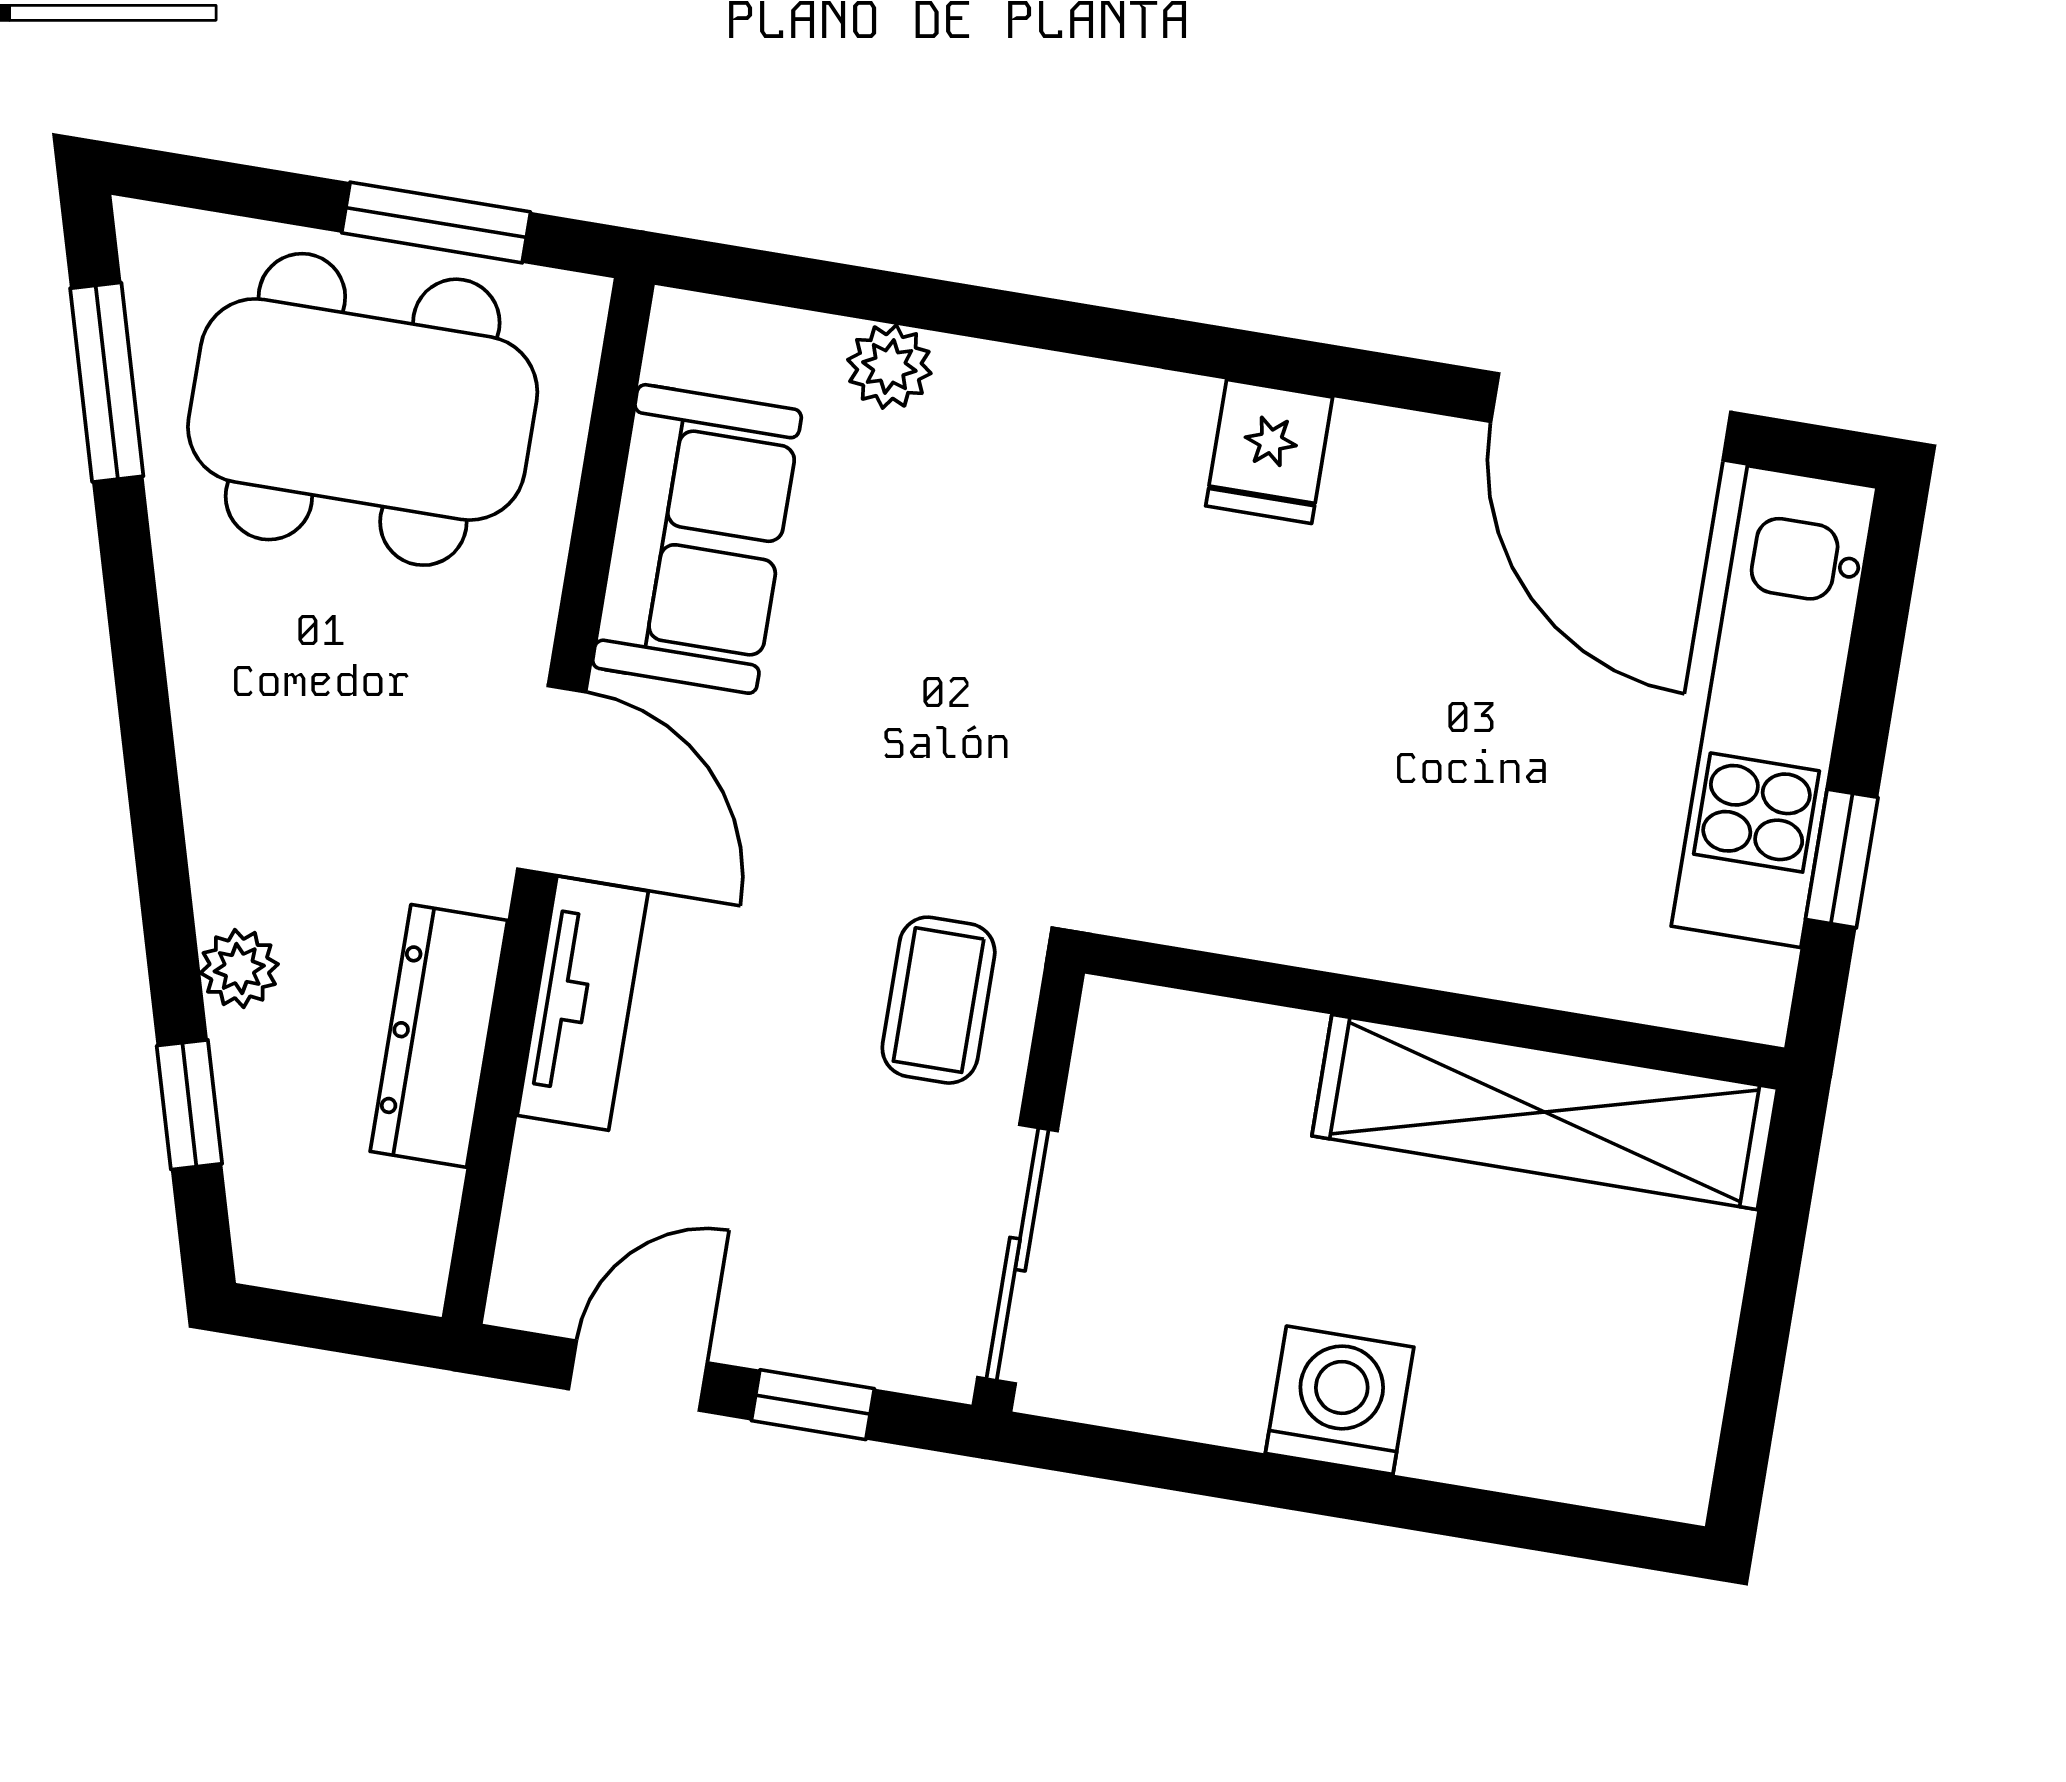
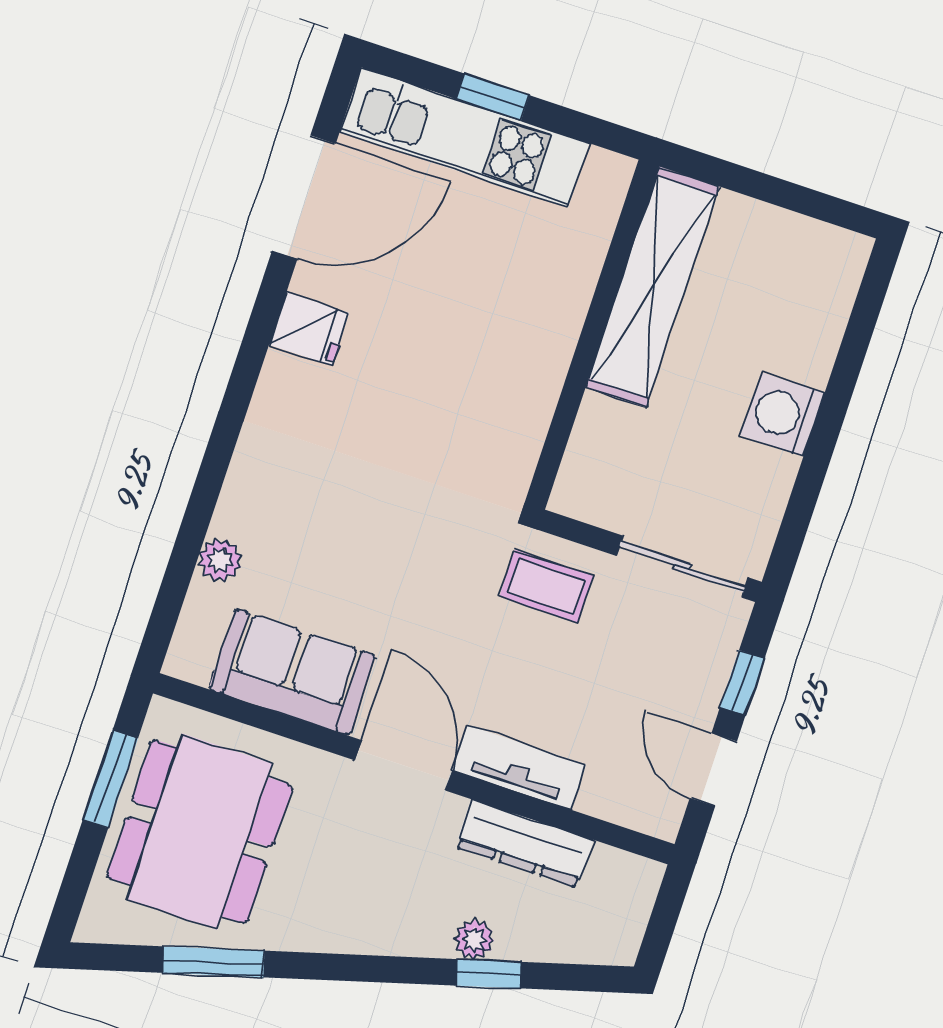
window: (107, 382) -> (214, 962), moved
fridge: (1269, 452) -> (309, 329), moved
door: (552, 780) -> (404, 765), hinge flipped
window: (1842, 858) -> (493, 97), moved
window: (189, 1105) -> (489, 974), moved

